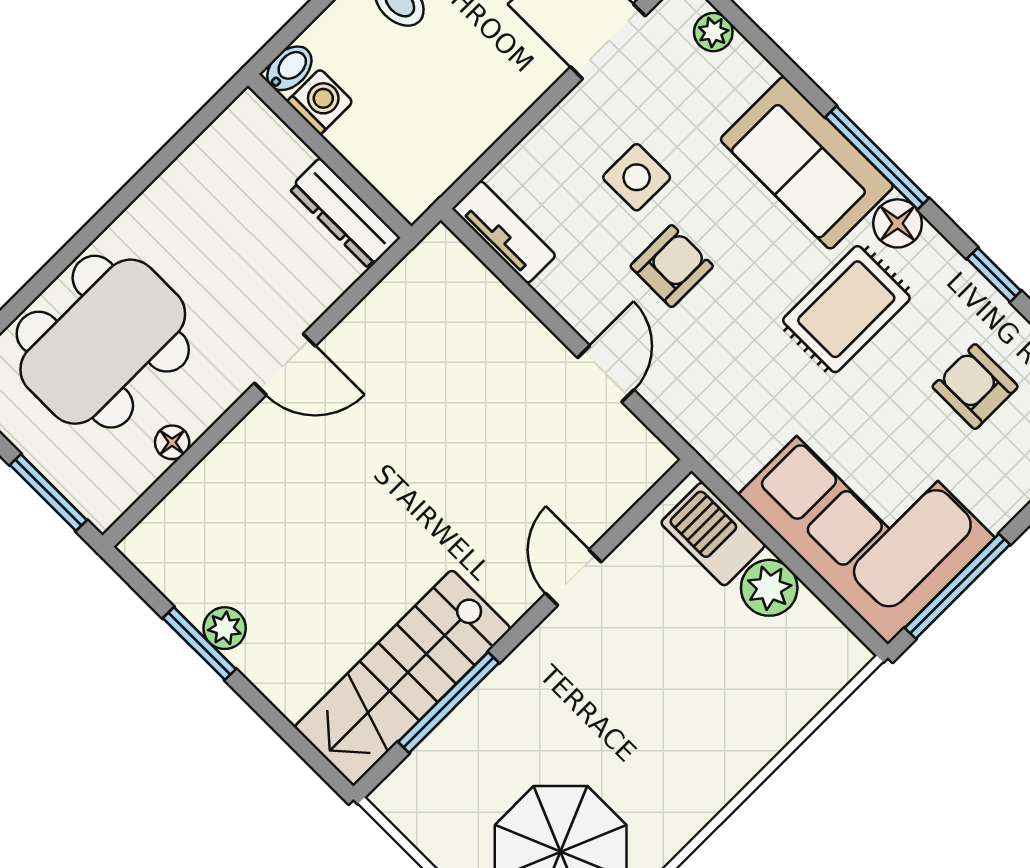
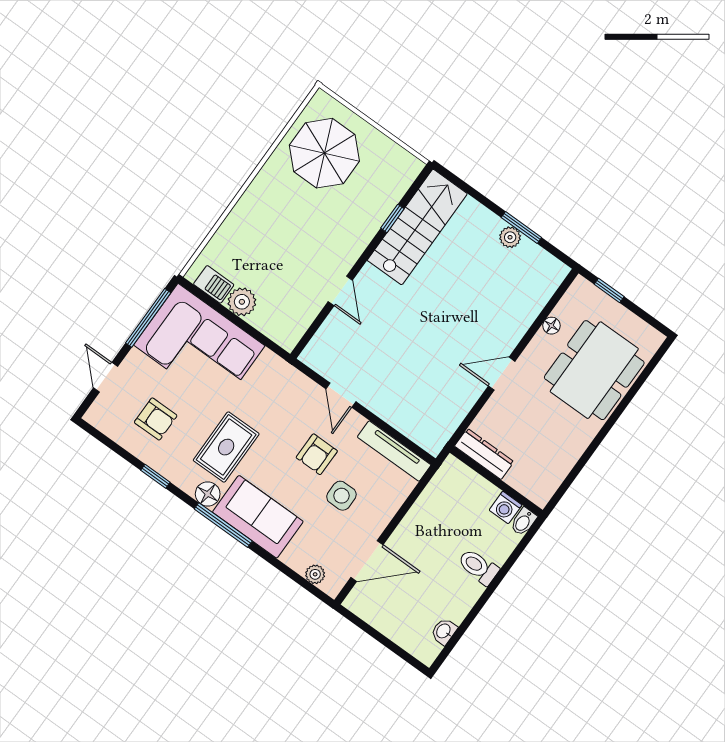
tv unit: (504, 232) -> (394, 451), width x1.41
window: (48, 493) -> (609, 290), width x0.67
barbecue: (713, 534) -> (214, 284), moved, width x0.73, depth x0.79
window: (449, 702) -> (392, 218), width x0.46

